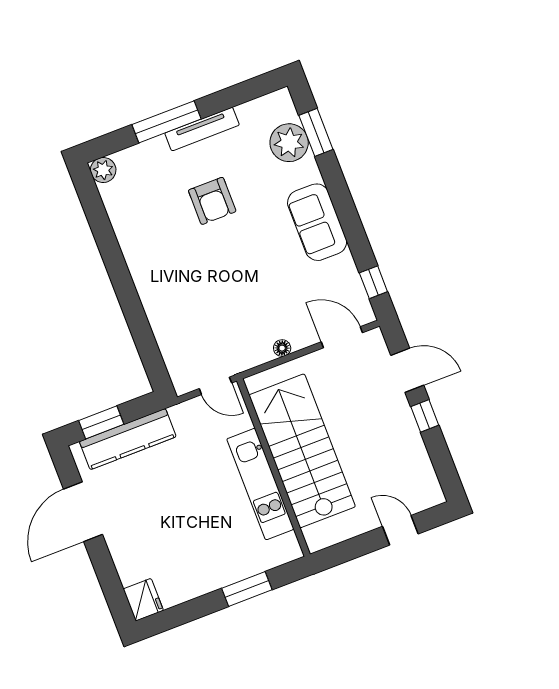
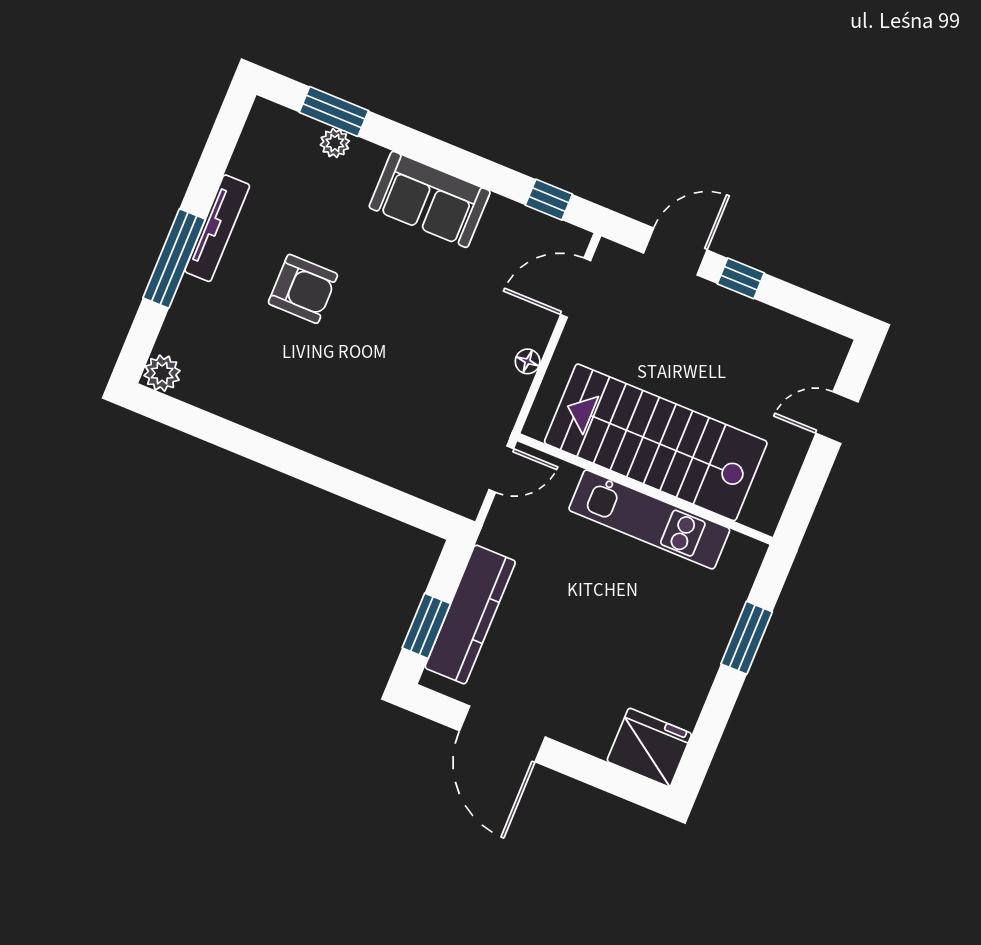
plant: (289, 143) -> (335, 143), width x0.53, depth x0.53
fridge: (143, 600) -> (649, 747), width x1.36, depth x1.34

